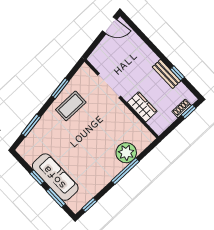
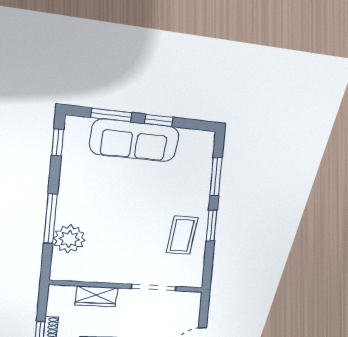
window: (60, 88) -> (212, 226), moved

